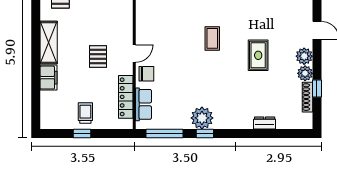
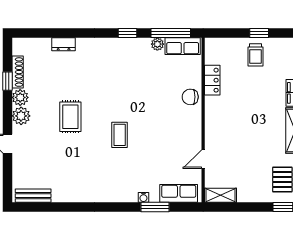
door: (134, 53) -> (203, 159), moved
pallet: (98, 57) -> (242, 115), removed
locker: (126, 97) -> (212, 80), width x0.66
row of seats: (144, 104) -> (183, 46), moved, turned -90
plant: (202, 118) -> (157, 44), moved, width x0.53, depth x0.53

